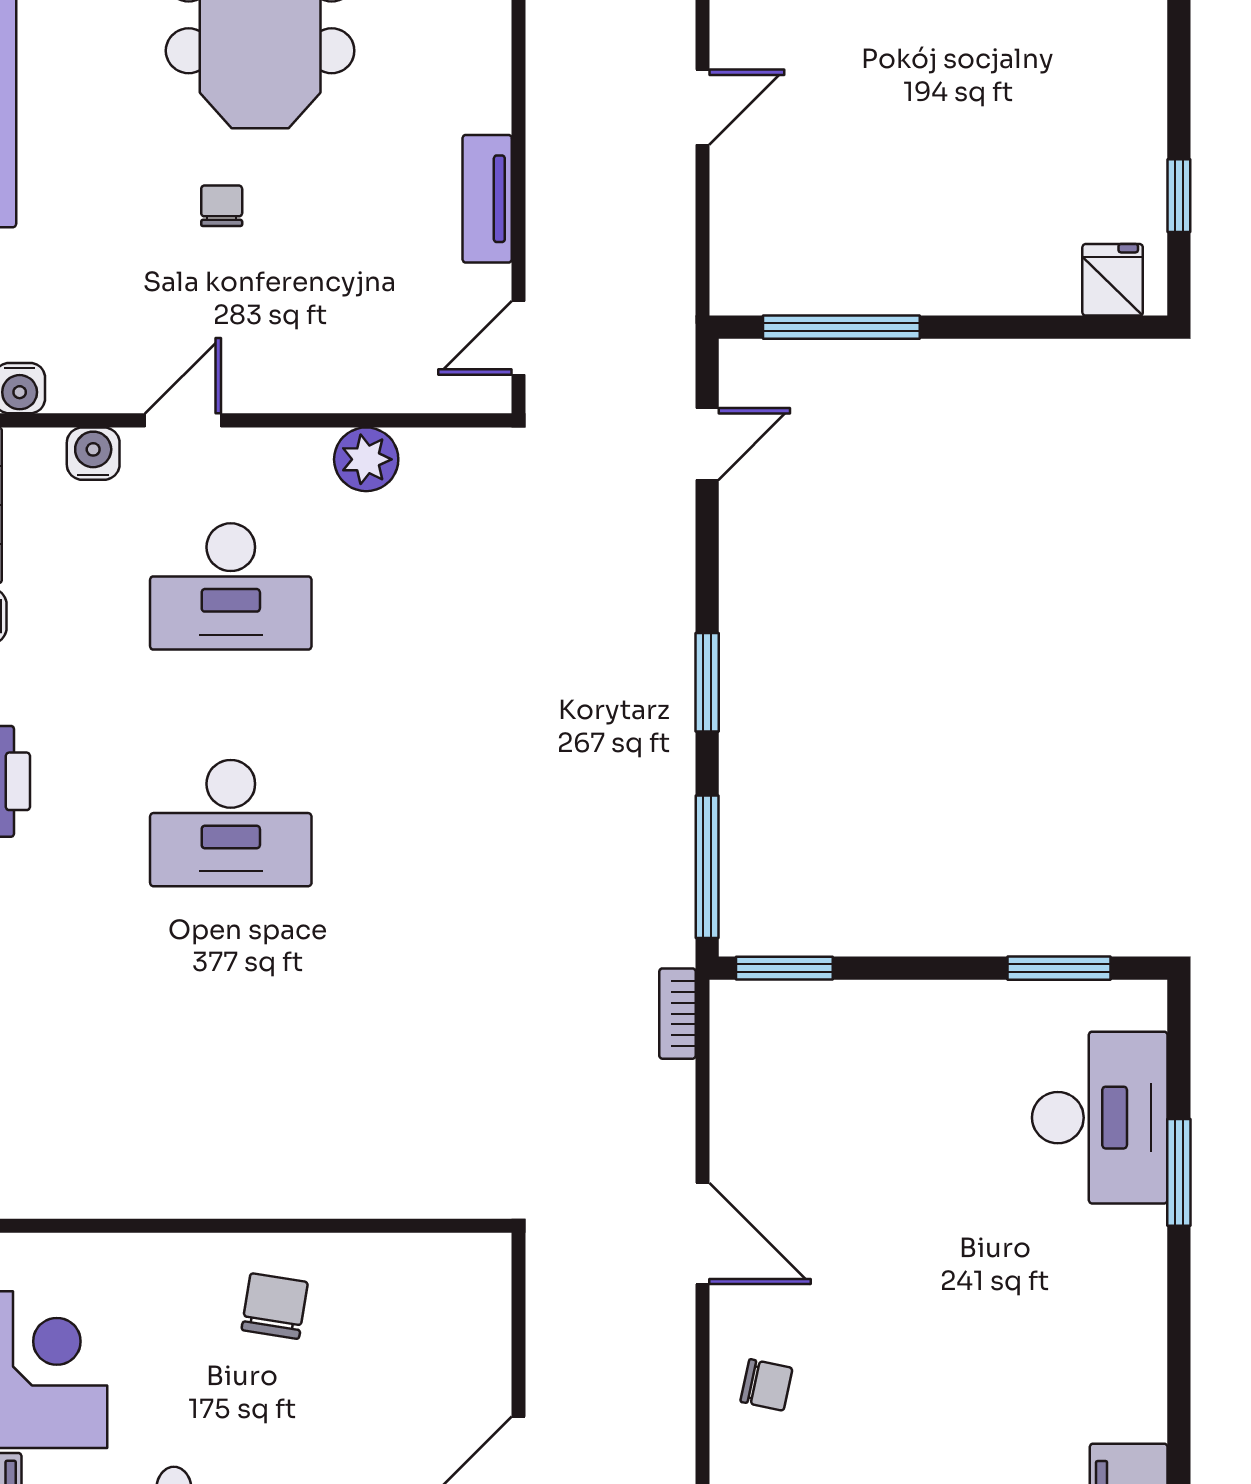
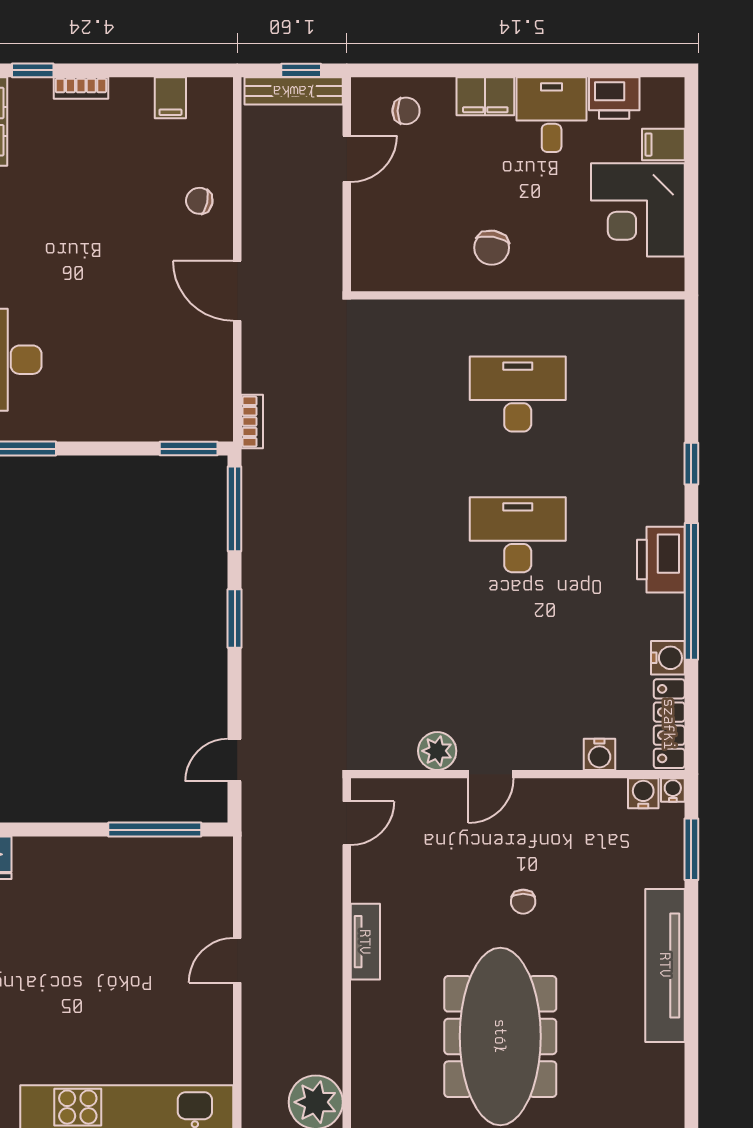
tv unit: (487, 199) -> (365, 942), moved
door: (183, 420) -> (491, 774), moved
desk: (231, 586) -> (518, 394), moved

